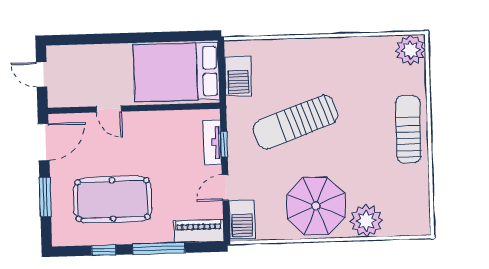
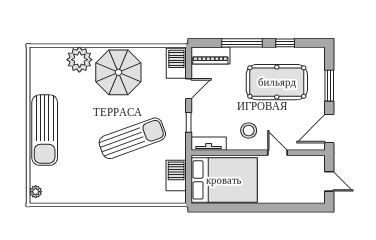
plant: (410, 50) -> (36, 192), width x0.53, depth x0.53
sun lounger: (408, 129) -> (45, 130), width x1.36, depth x1.34
stool: (147, 136) -> (249, 131), added
tv unit: (212, 142) -> (209, 144), moved, turned -90

